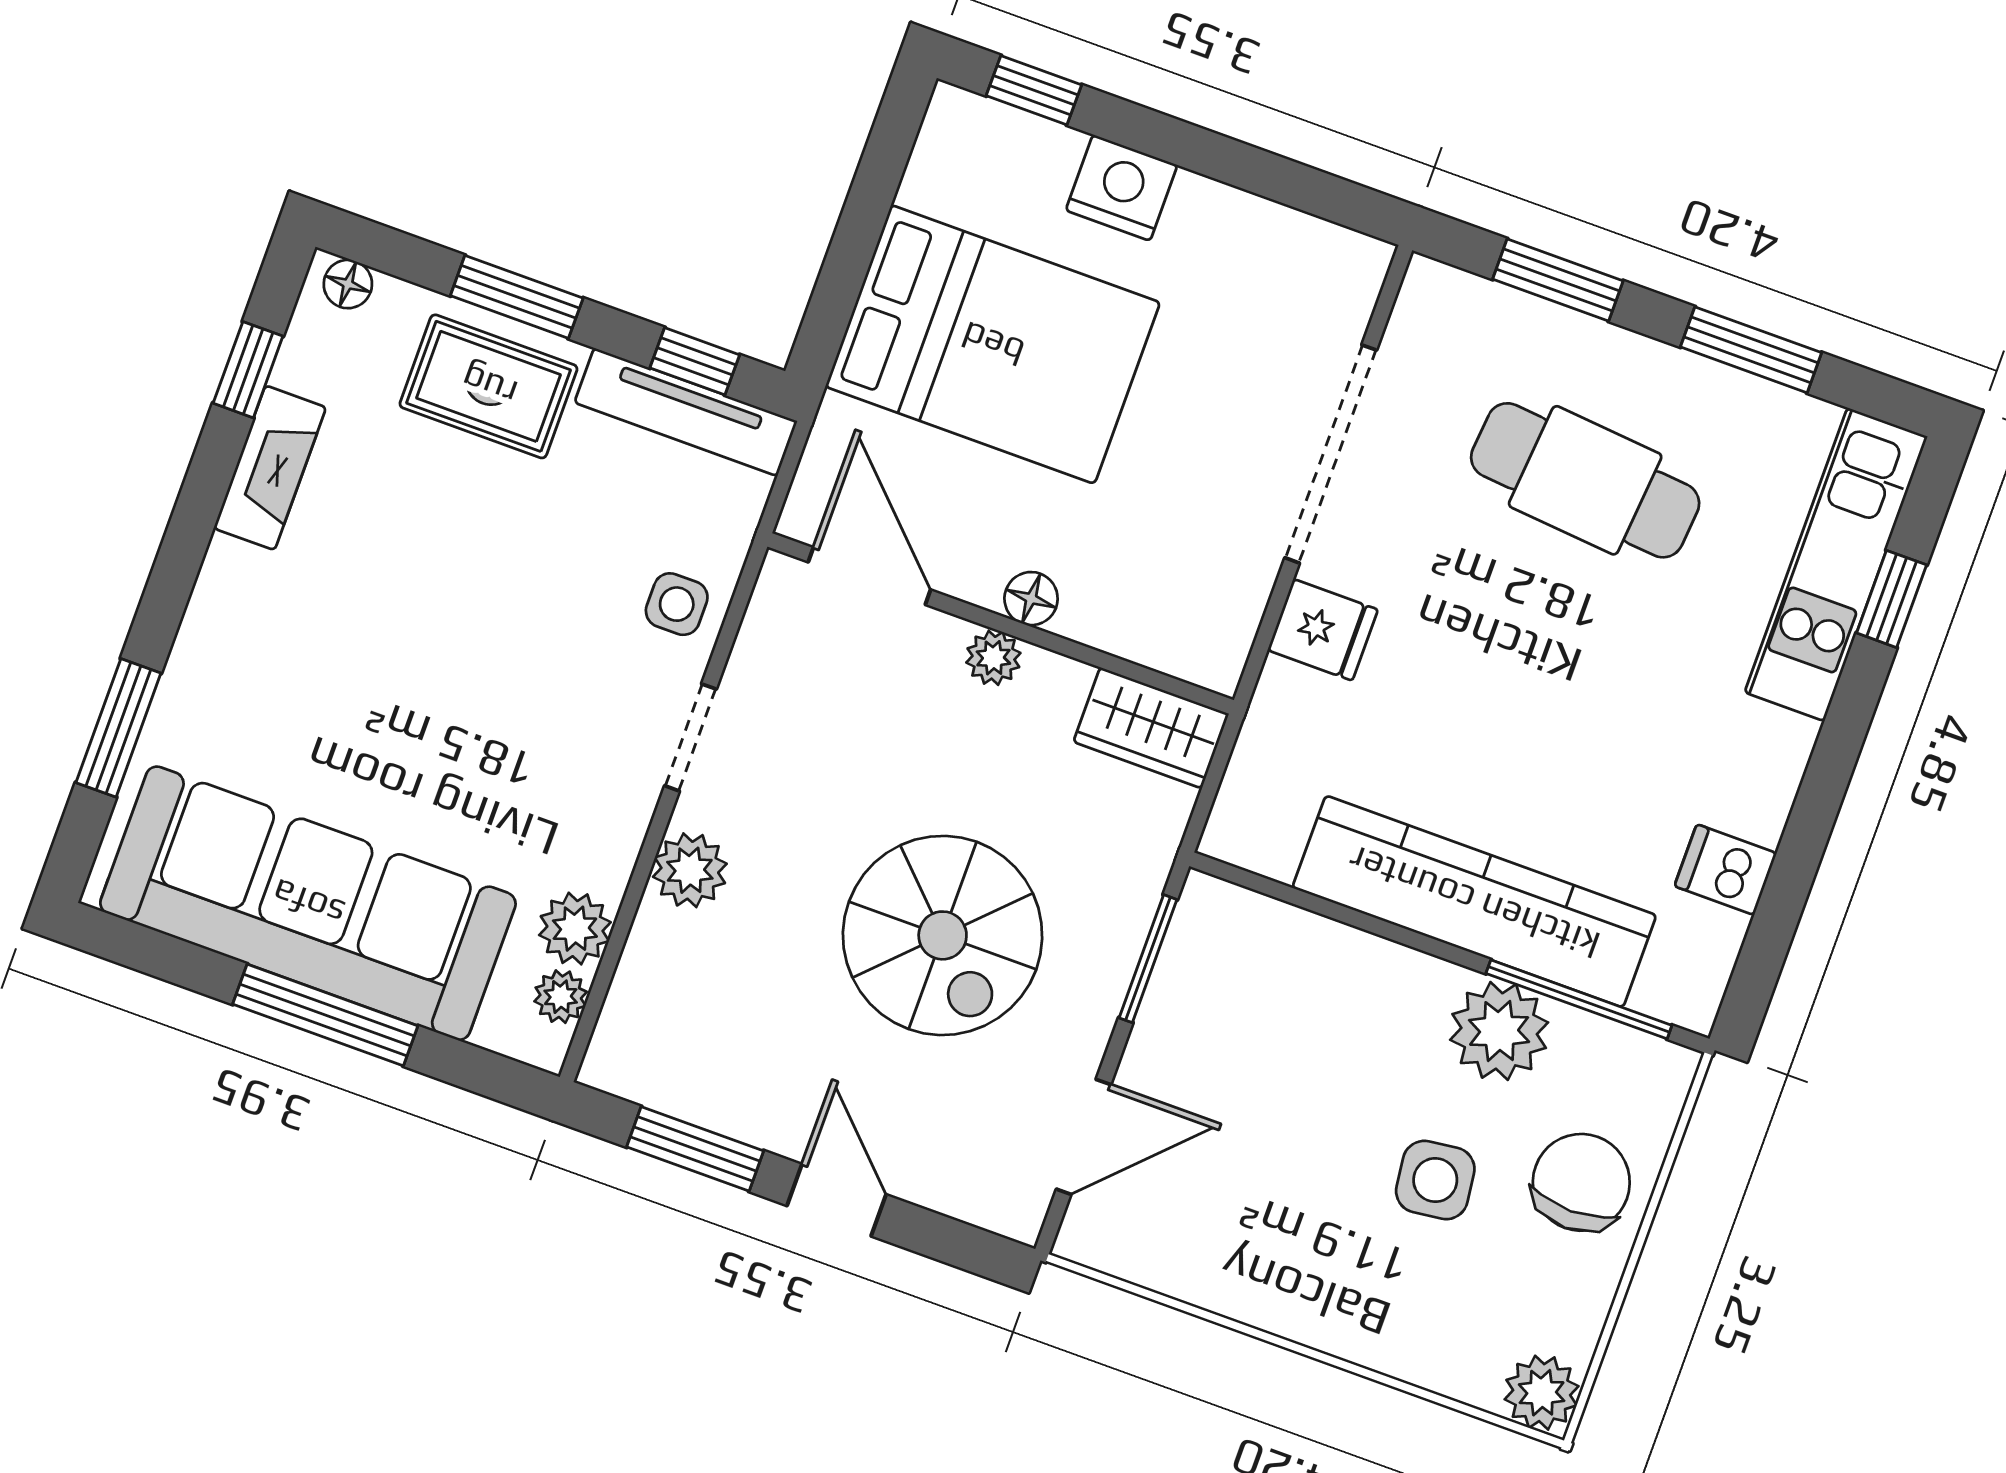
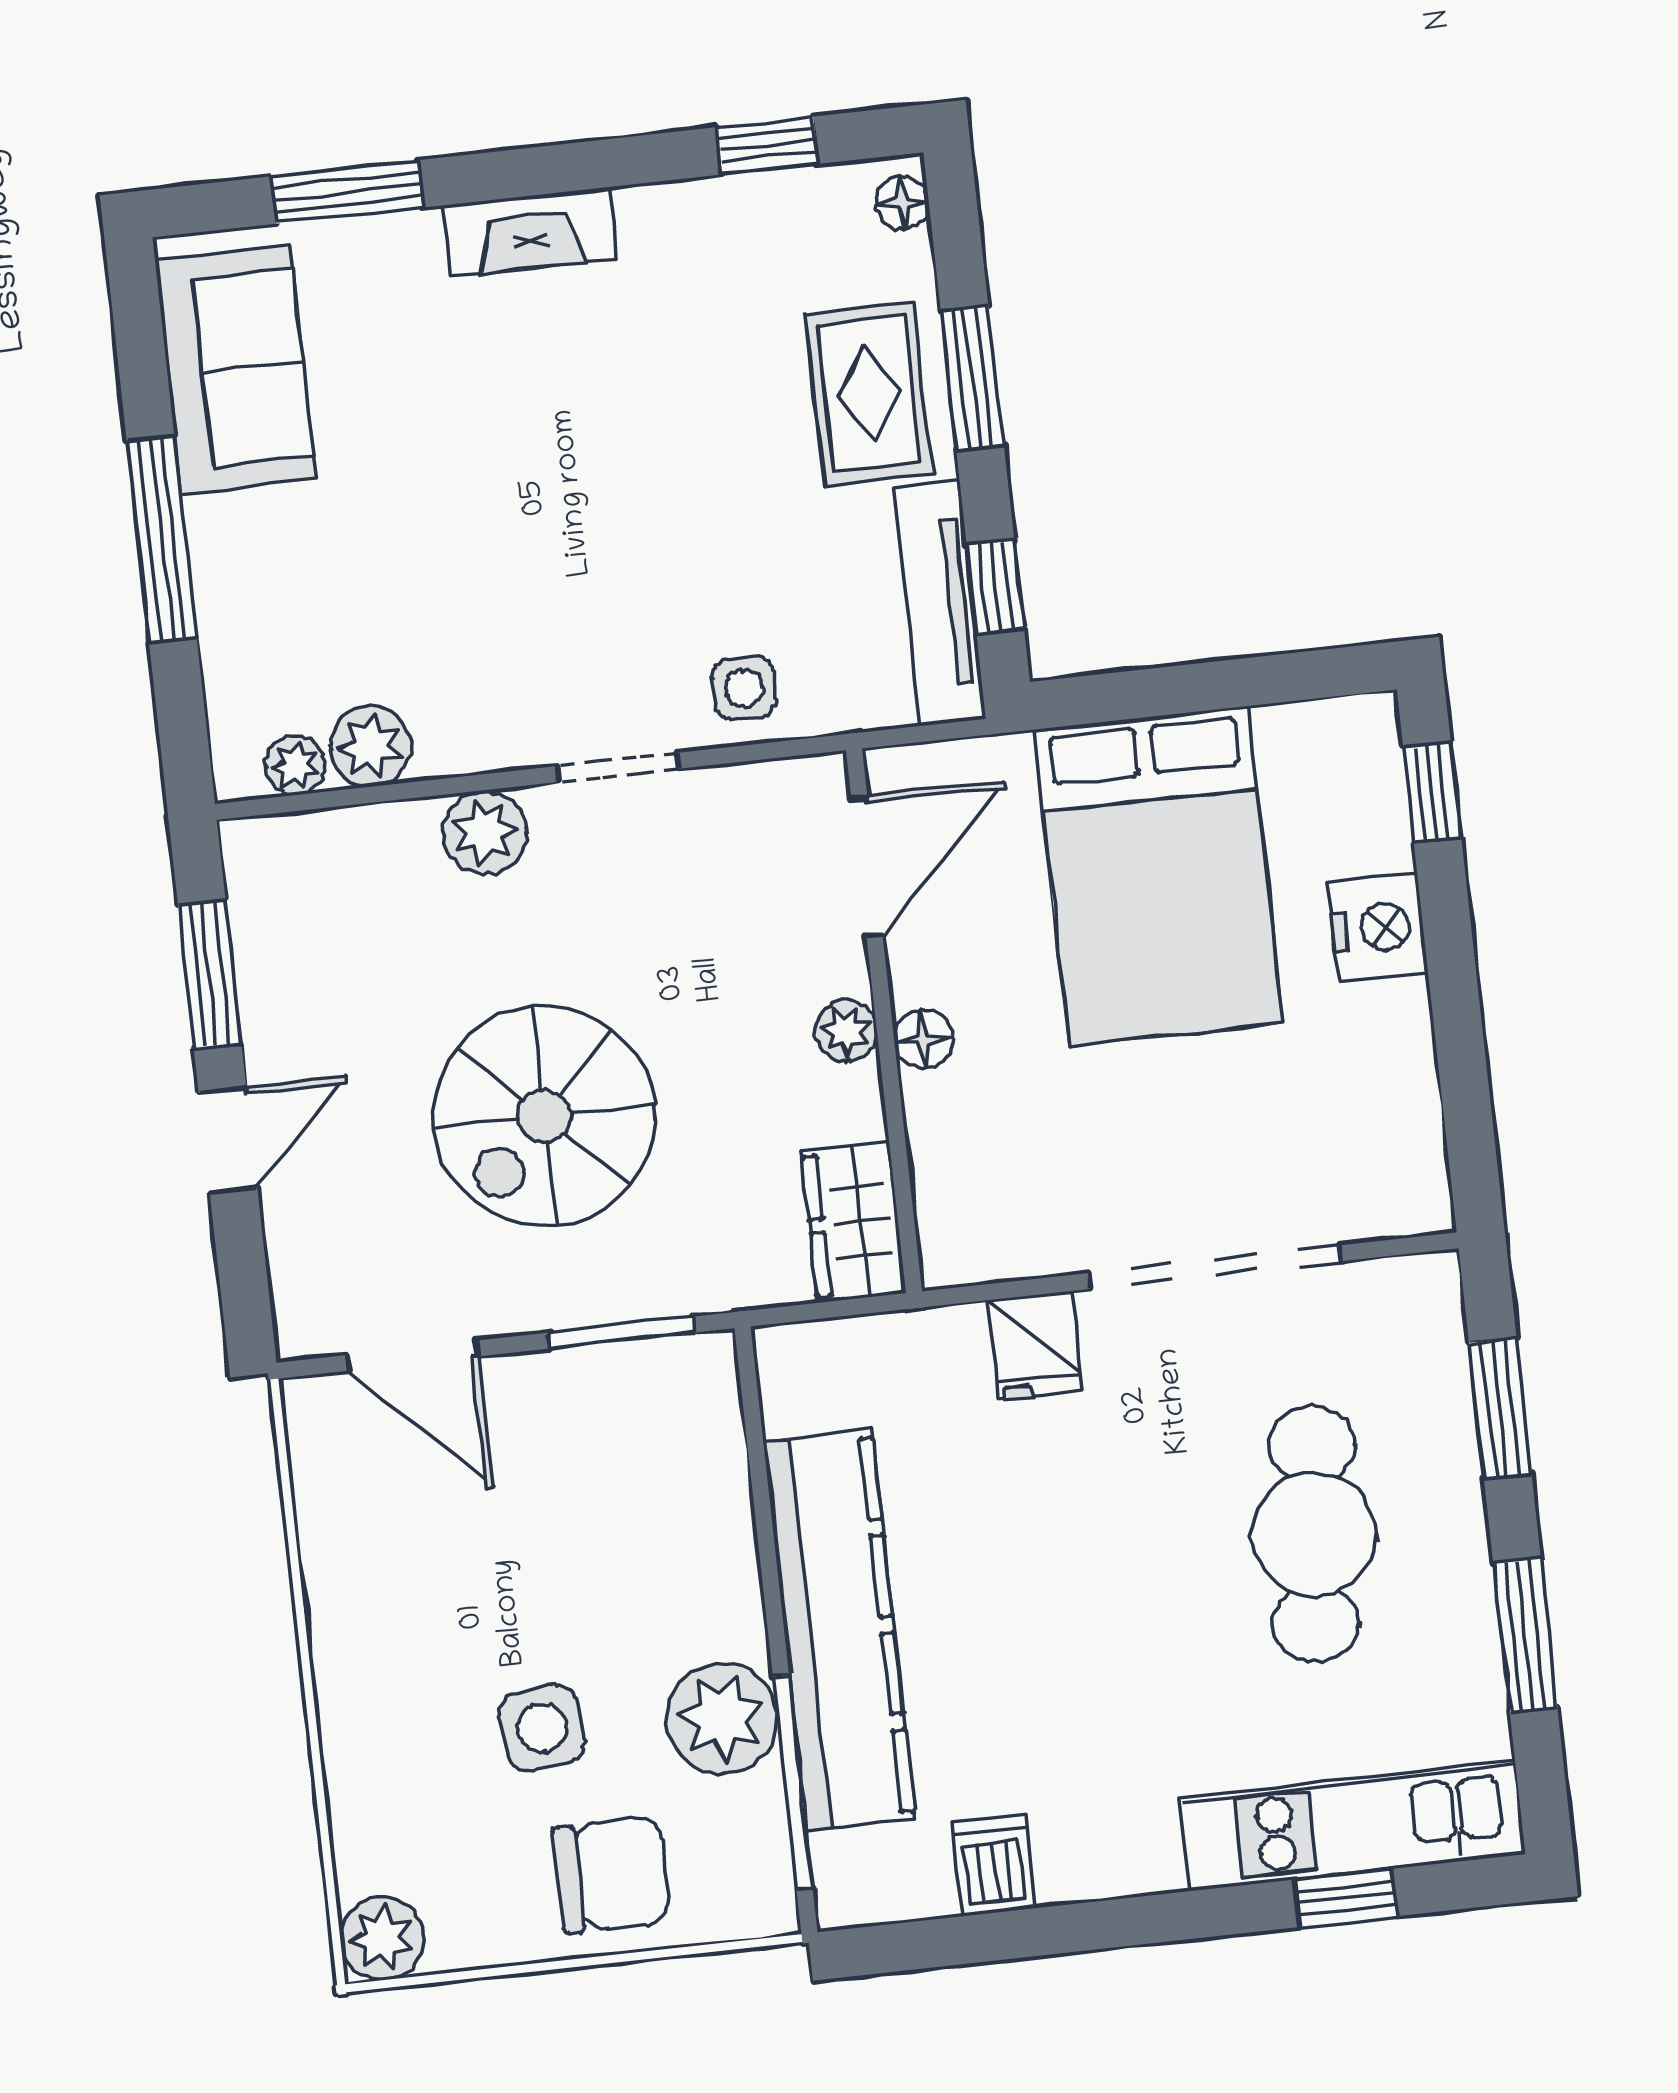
fireplace: (270, 468) -> (530, 232), moved
sofa: (308, 903) -> (235, 370), width x0.54, depth x0.79

